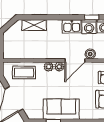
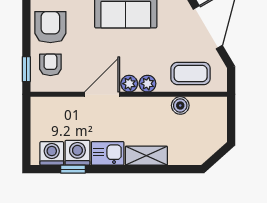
shelving: (34, 25) -> (146, 156), moved
boiler: (90, 54) -> (180, 105), moved

